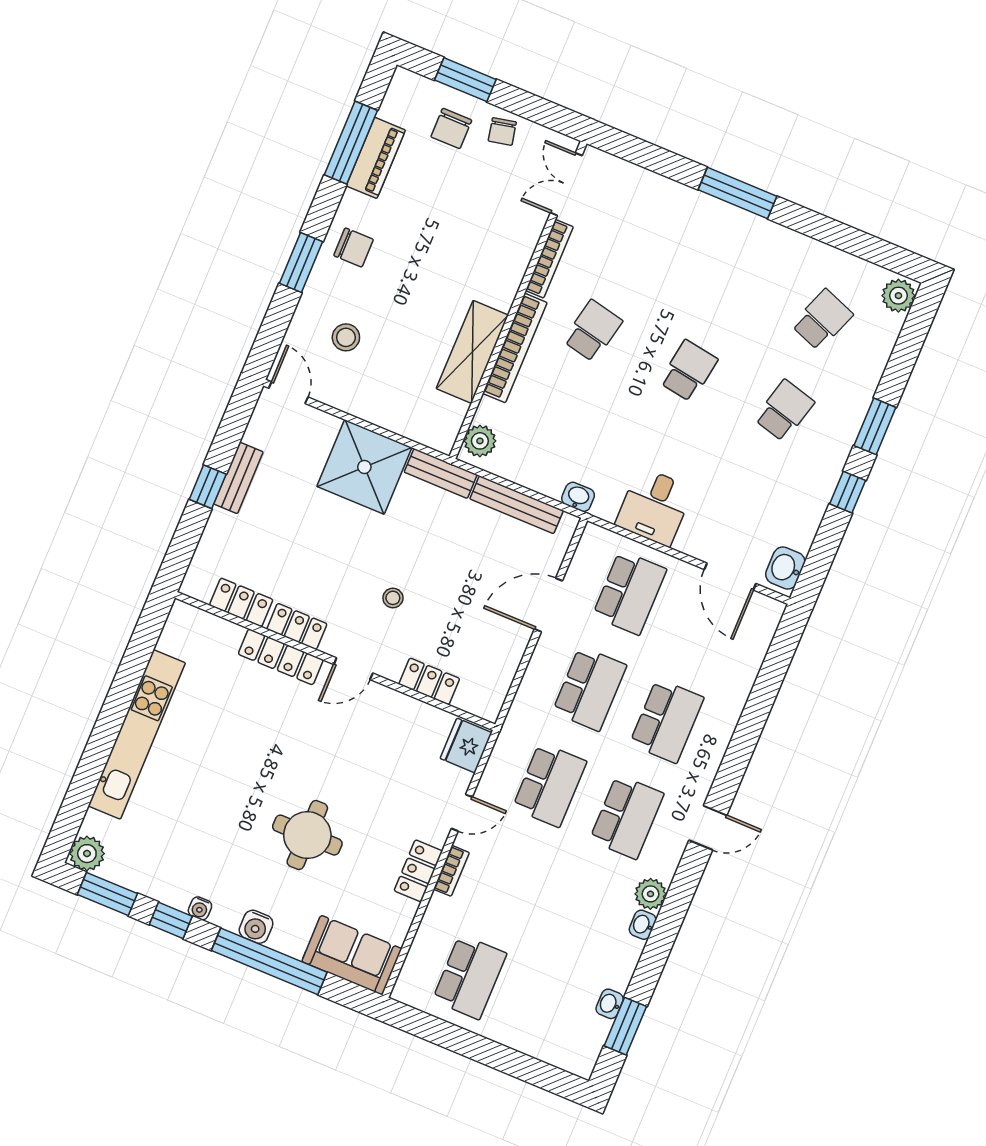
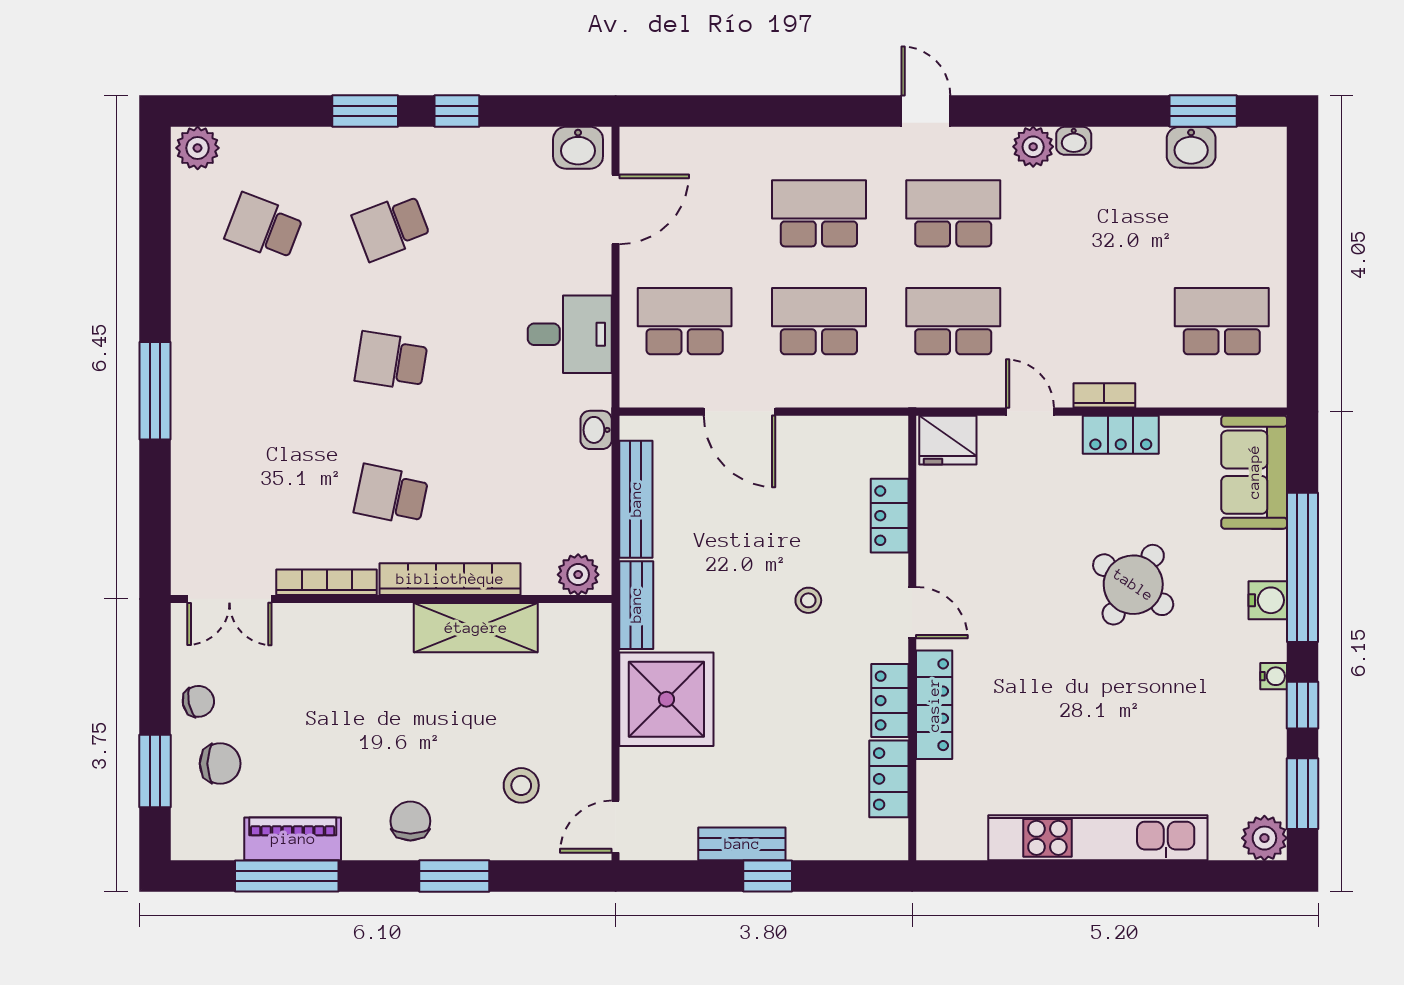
school desk: (784, 411) -> (391, 227), turned -36
round table: (307, 835) -> (1133, 585), turned 34
washbasin: (610, 1004) -> (1191, 147), width x1.38, depth x1.45

